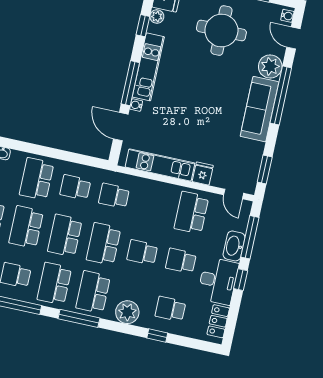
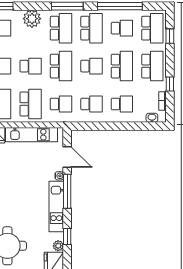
school desk: (37, 179) -> (122, 104), width x0.54
school desk: (153, 204) -> (31, 104), added
school desk: (65, 235) -> (91, 66), width x0.54

